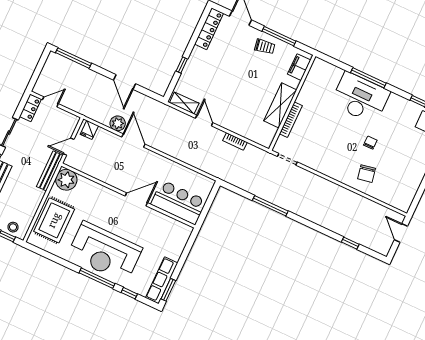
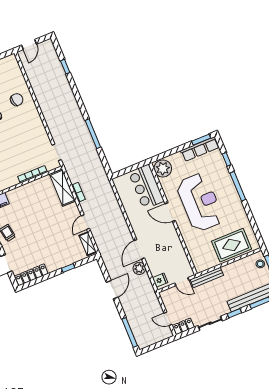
shelving: (280, 105) -> (62, 188), moved, turned 90
plant: (66, 180) -> (163, 169), moved
reception desk: (105, 252) -> (200, 202), moved

